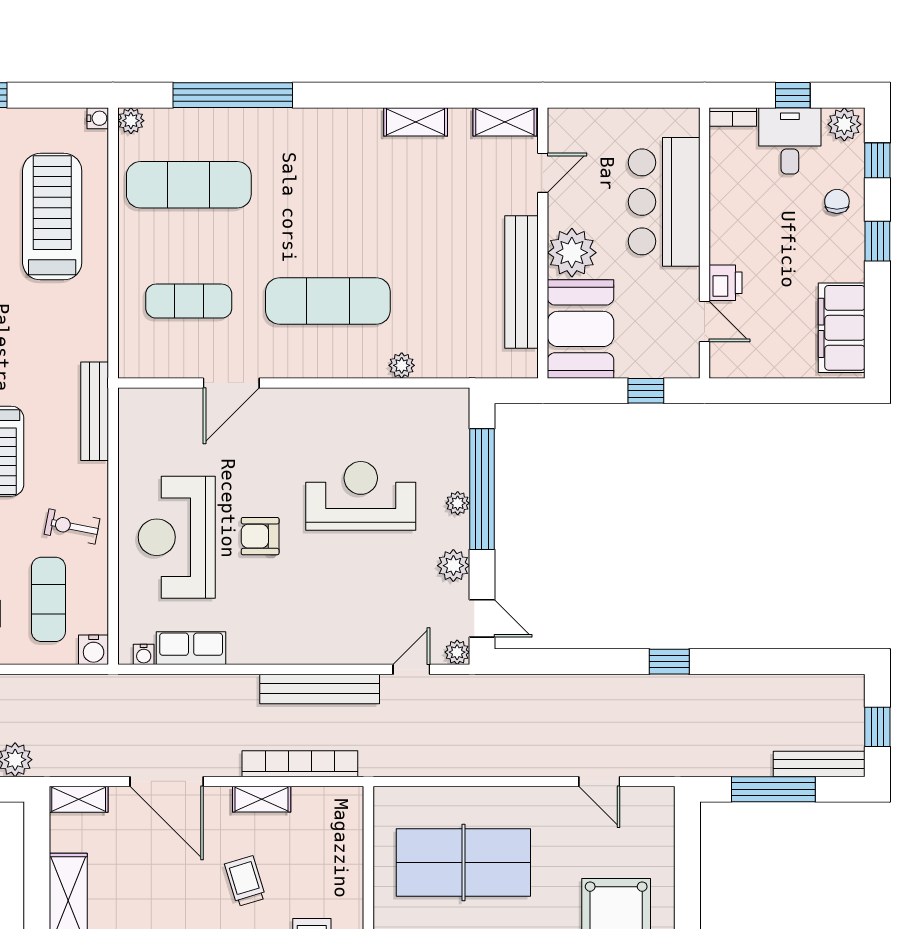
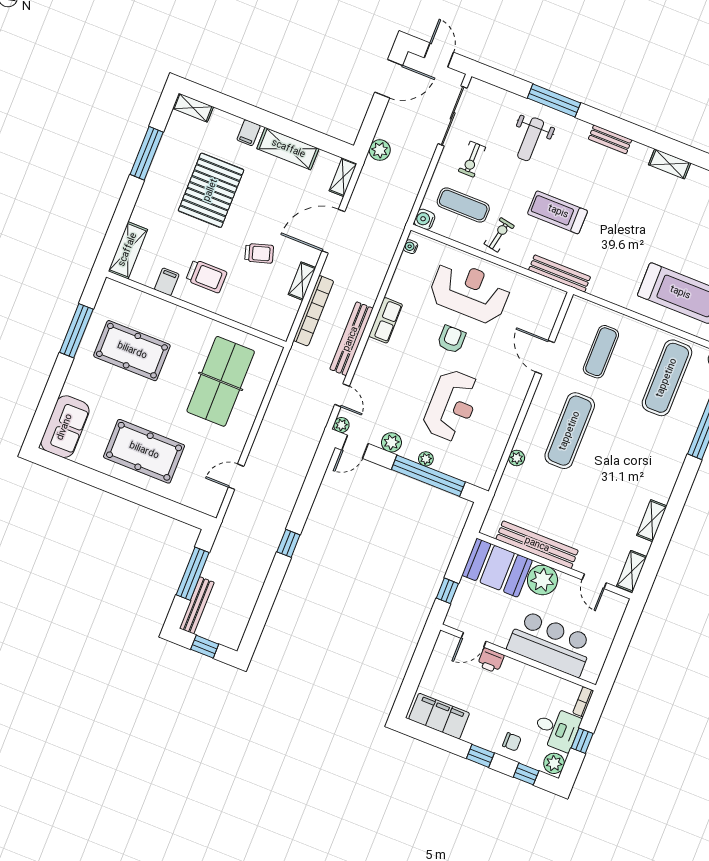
row of seats: (191, 648) -> (386, 320), moved

